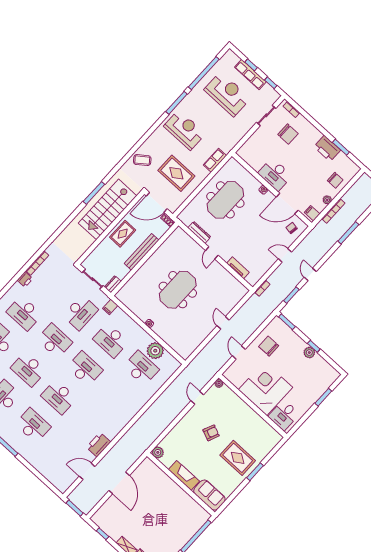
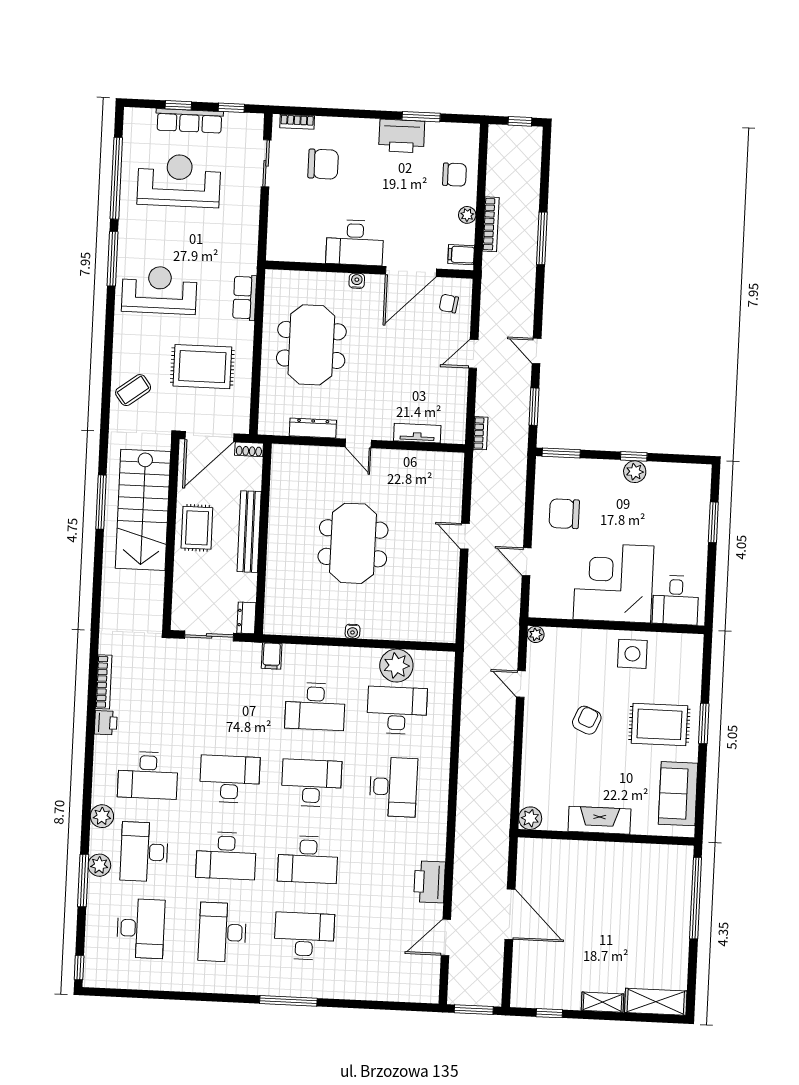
desk: (81, 313) -> (393, 787), moved
side table: (250, 422) -> (632, 654), added
sofa: (209, 495) -> (678, 794), moved, turned -90

